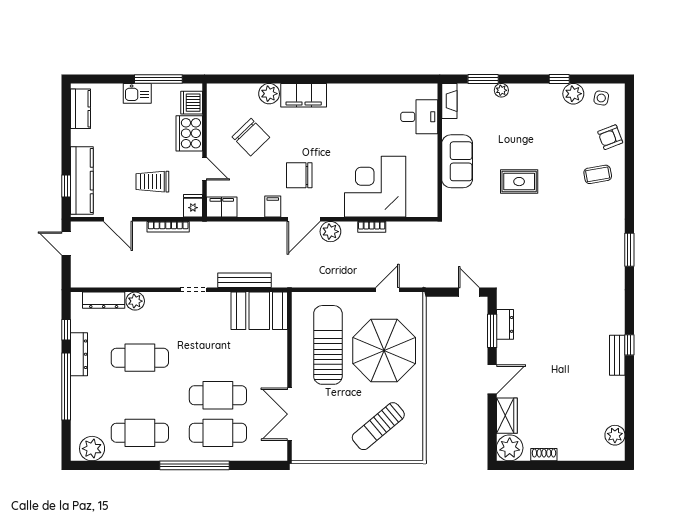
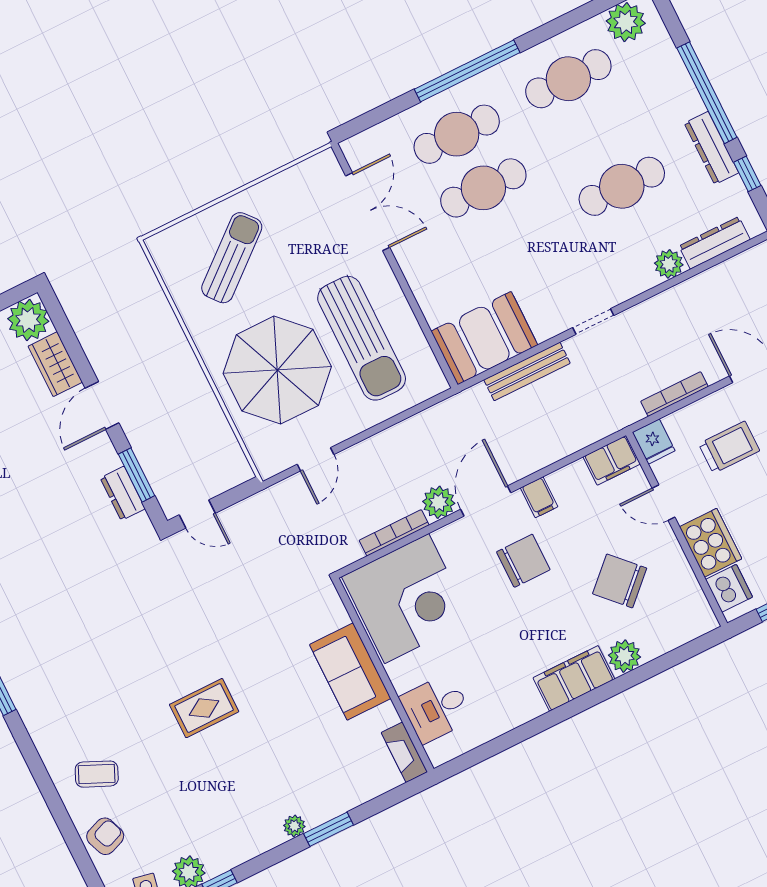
fireplace: (449, 101) -> (404, 752), moved
desk: (419, 117) -> (436, 708), moved
wall: (440, 150) -> (383, 675), moved
sofa: (457, 161) -> (350, 672), moved
coffee table: (598, 174) -> (97, 774), turned 34
bookcase: (372, 227) -> (394, 533), width x1.56

